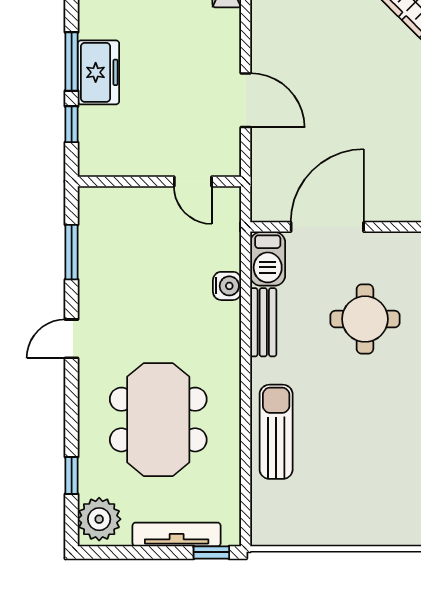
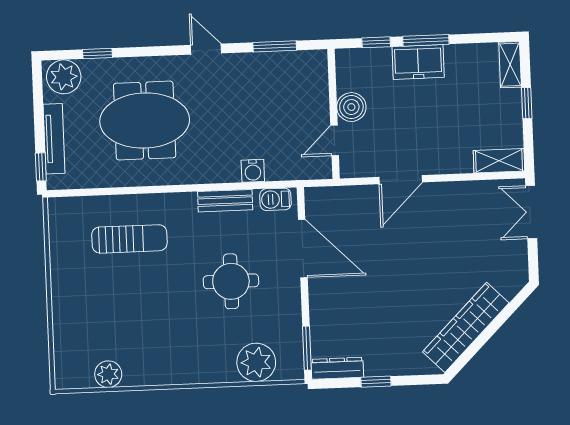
boiler: (152, 159) -> (351, 107), added
barbecue: (268, 259) -> (275, 199), width x0.73, depth x0.79
sun lounger: (276, 432) -> (129, 239), moved

